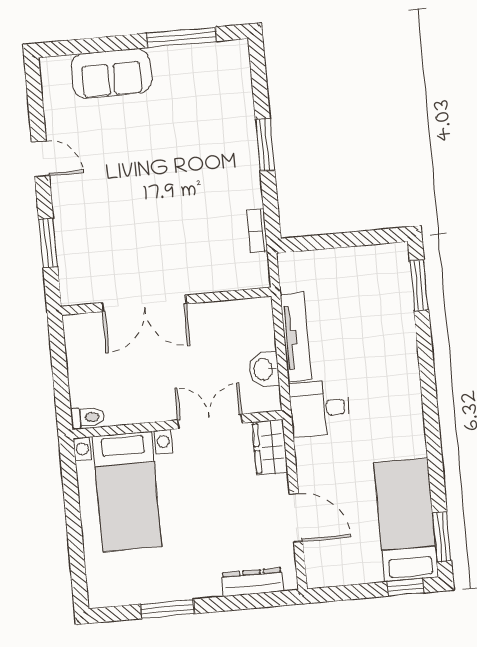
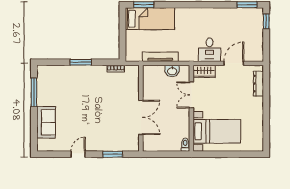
desk: (320, 408) -> (210, 50), moved
bed: (406, 520) -> (150, 19), moved, turned 180
window: (167, 609) -> (266, 119), removed

